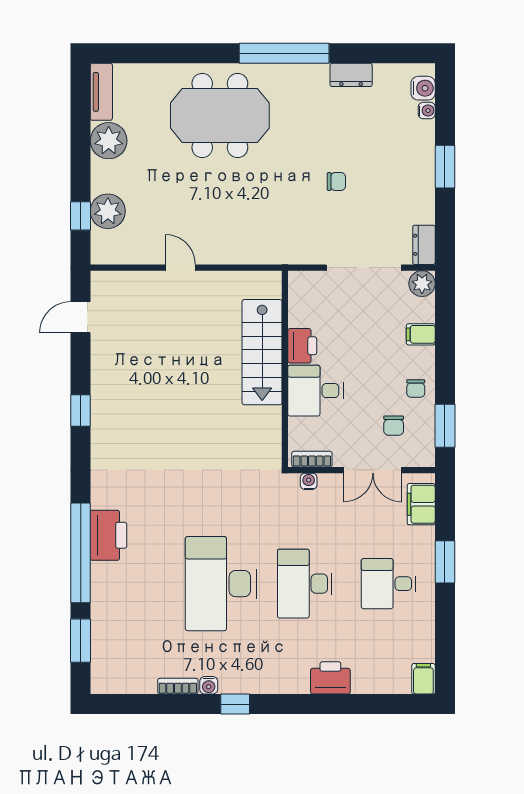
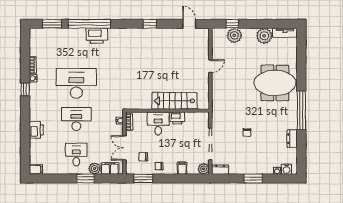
meeting table: (220, 115) -> (275, 83), turned 90
plant: (421, 541) -> (95, 169), added

